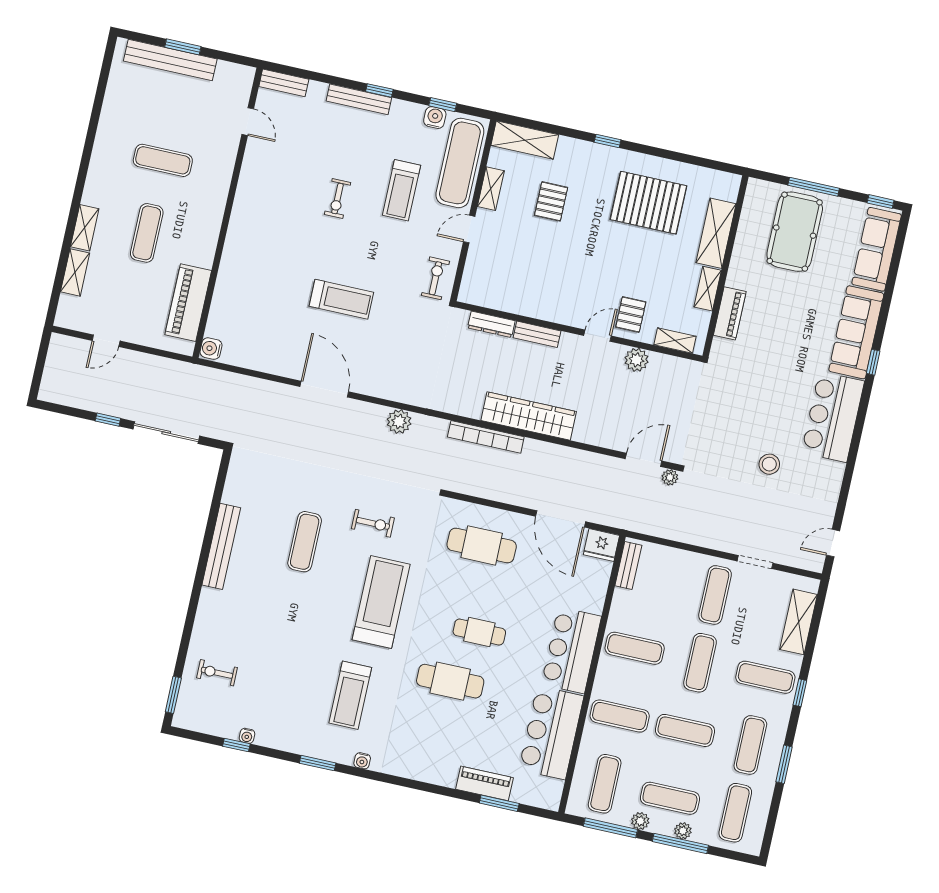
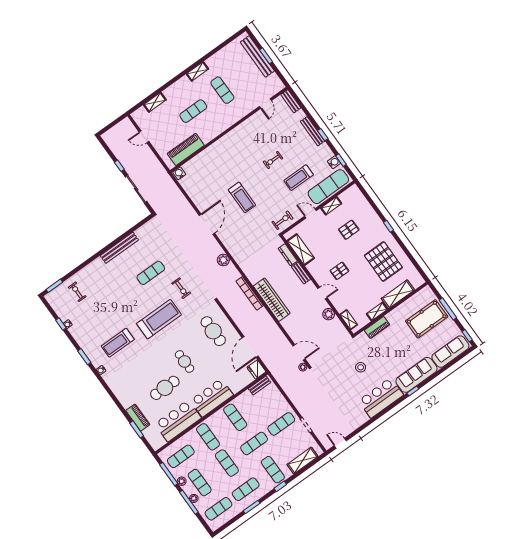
shelving: (525, 140) -> (301, 250), moved
shelving: (85, 228) -> (197, 71), moved
pallet: (631, 315) -> (339, 271), moved
stool: (769, 464) -> (361, 367), moved
cafe table: (450, 681) -> (165, 388), moved, turned 90

